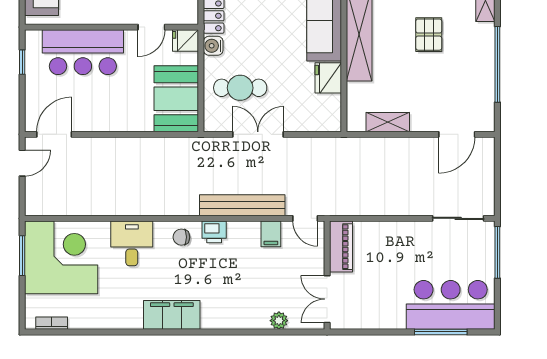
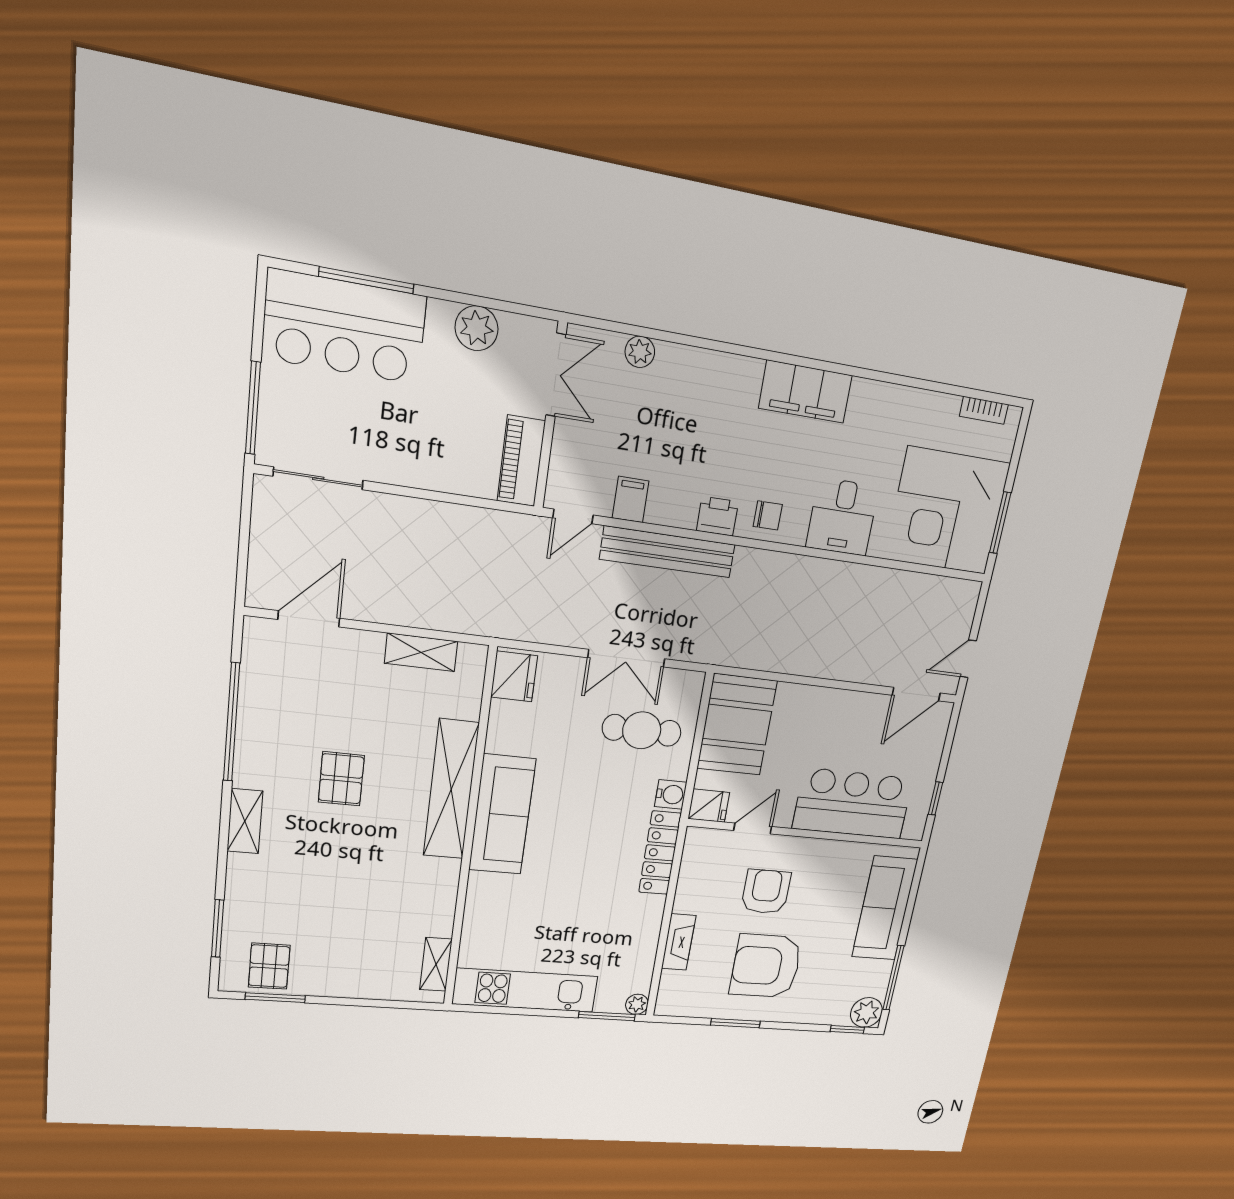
fridge: (328, 78) -> (514, 676), moved
door: (305, 218) -> (573, 516), swing flipped
plant: (377, 317) -> (477, 328), added

